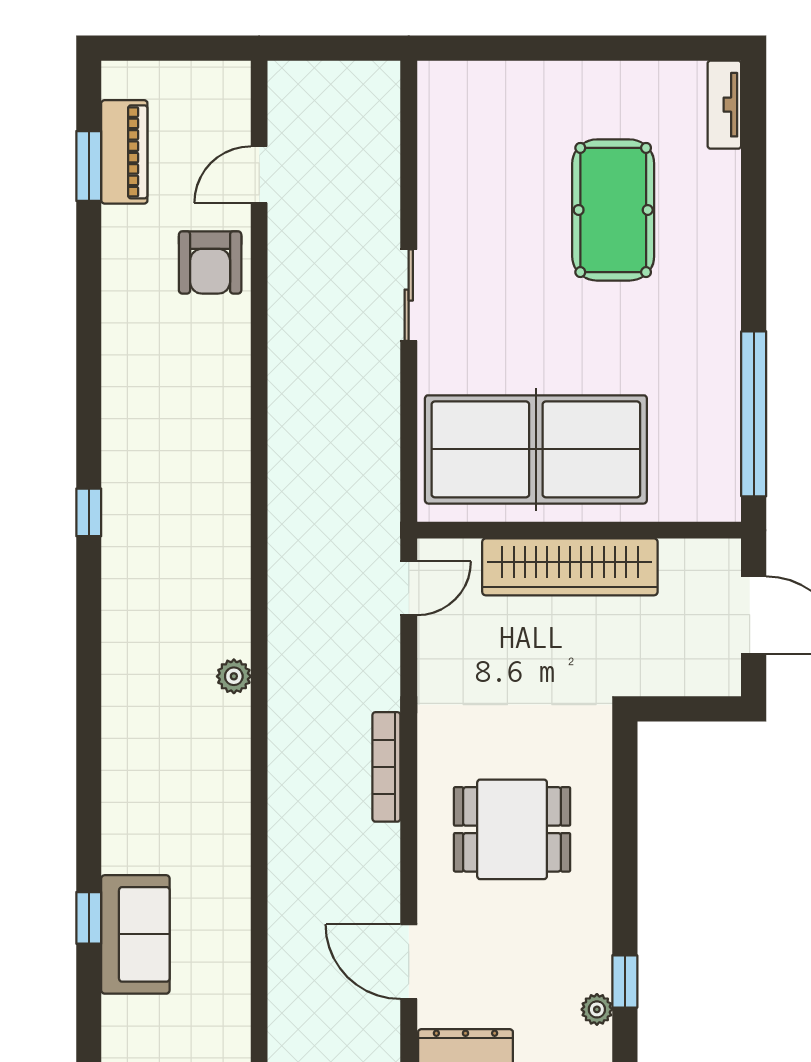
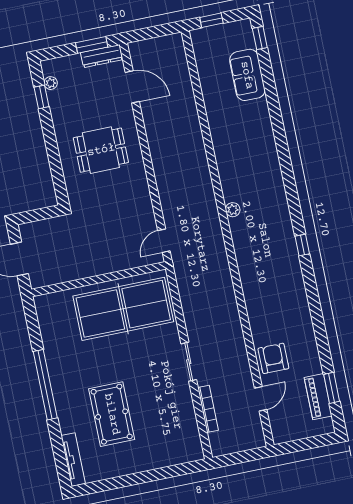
tv unit: (724, 105) -> (73, 460), width x1.41
window: (754, 414) -> (45, 385), moved
wardrobe: (570, 567) -> (99, 263), removed
plant: (234, 676) -> (233, 210), moved
bookcase: (386, 767) -> (208, 409), moved
window: (89, 918) -> (260, 38), moved

